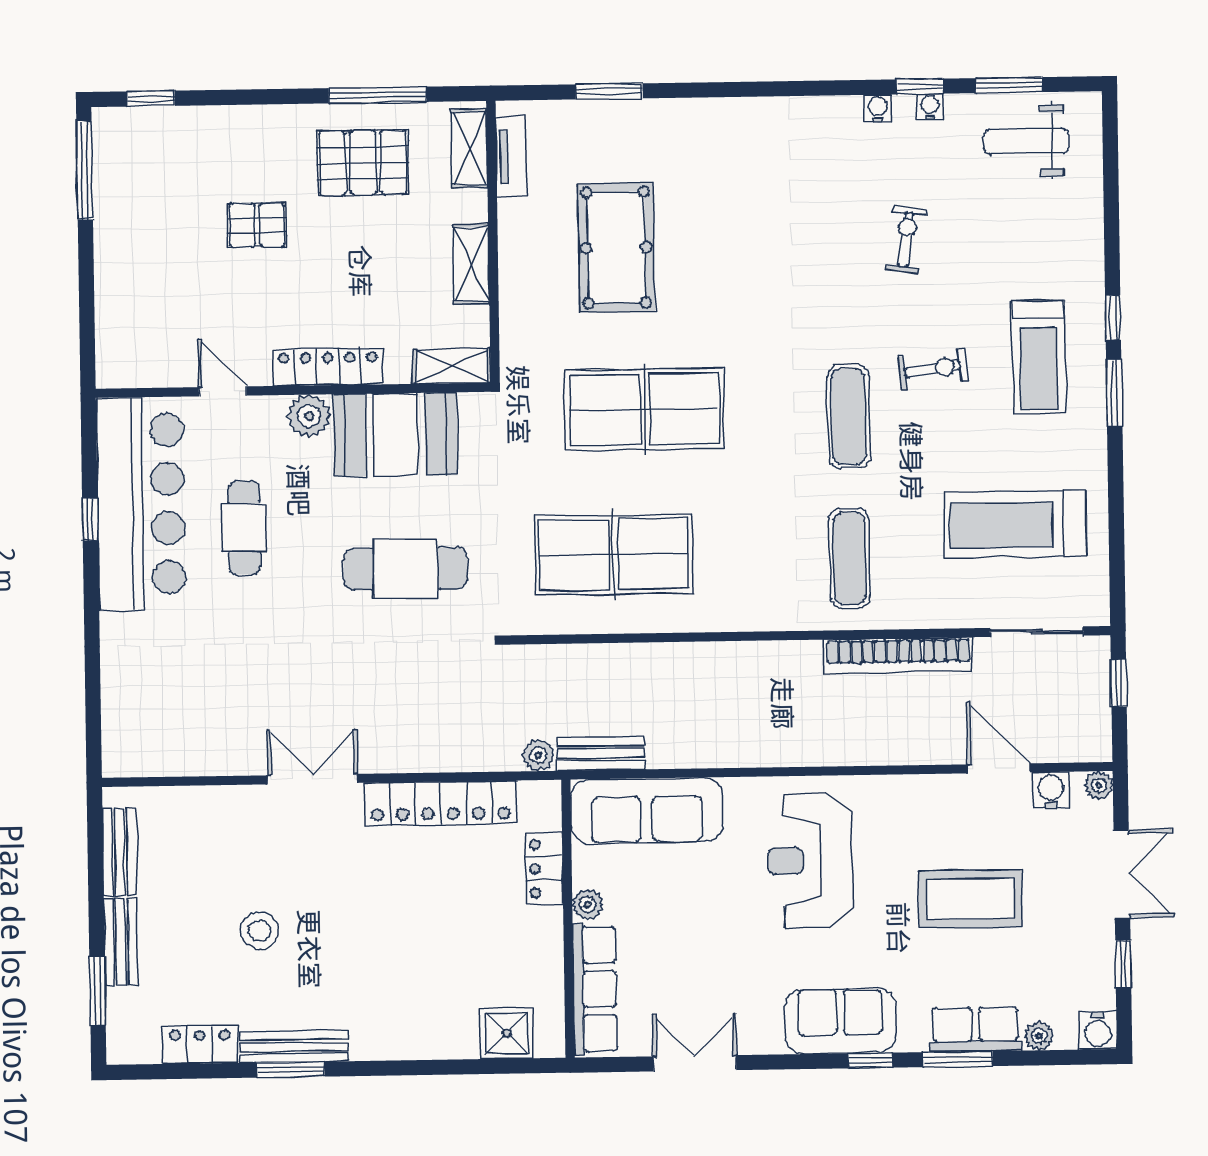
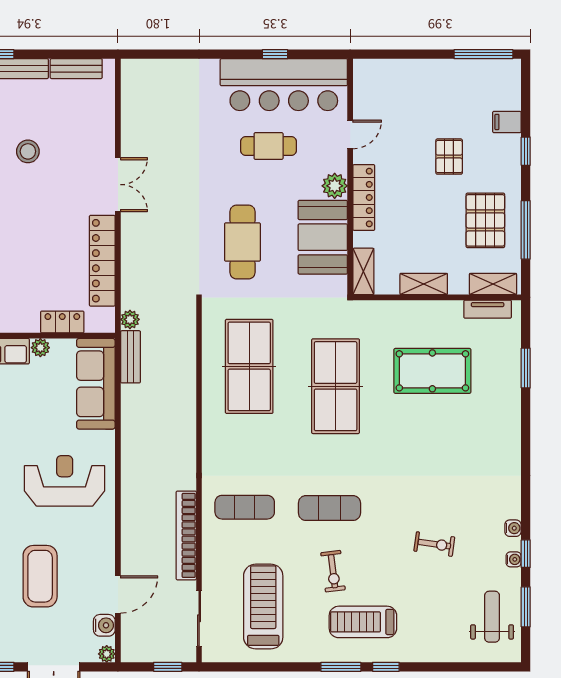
window: (151, 99) -> (526, 151), moved
filing cabinet: (198, 129) -> (507, 122), added
exercise bike: (932, 369) -> (333, 571), moved

